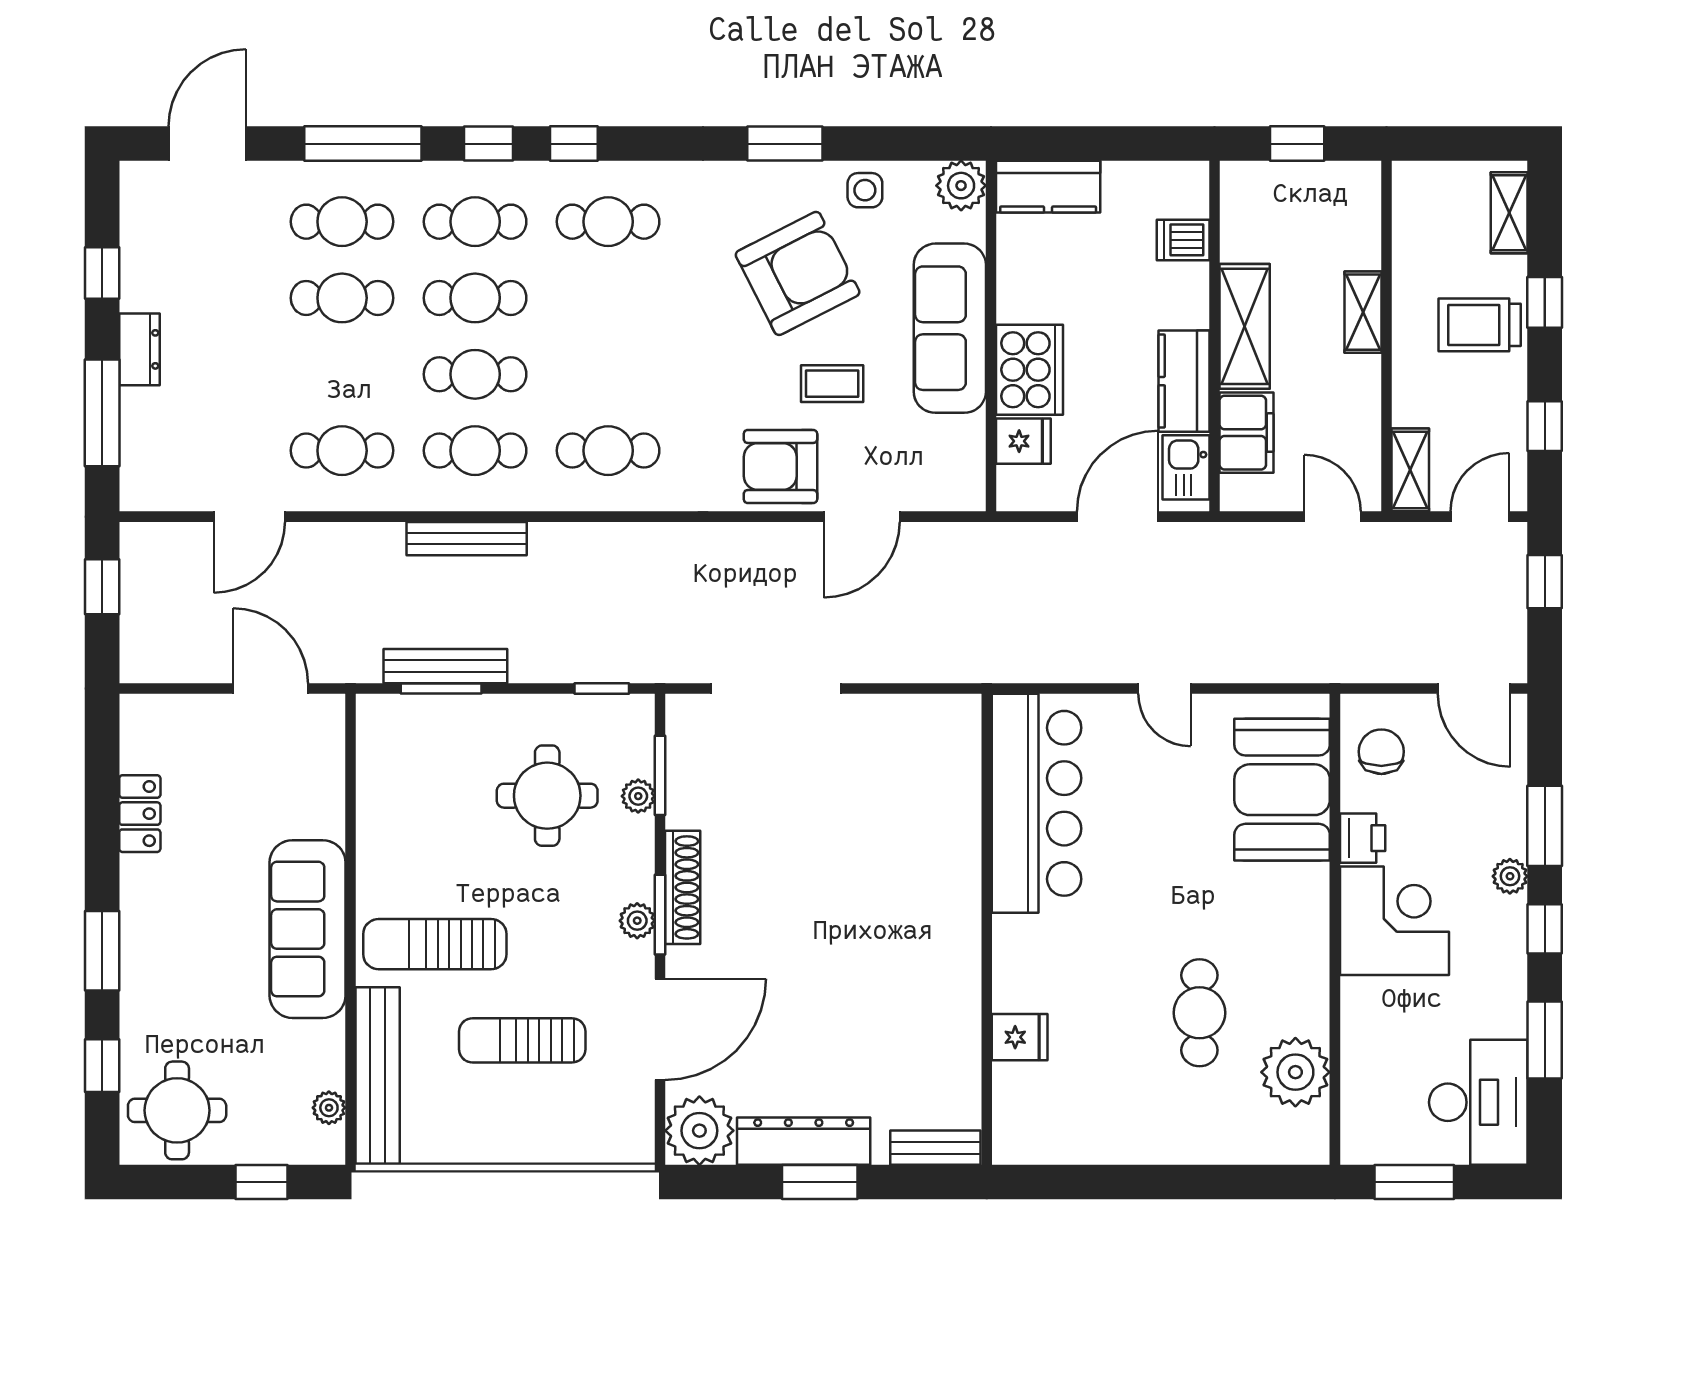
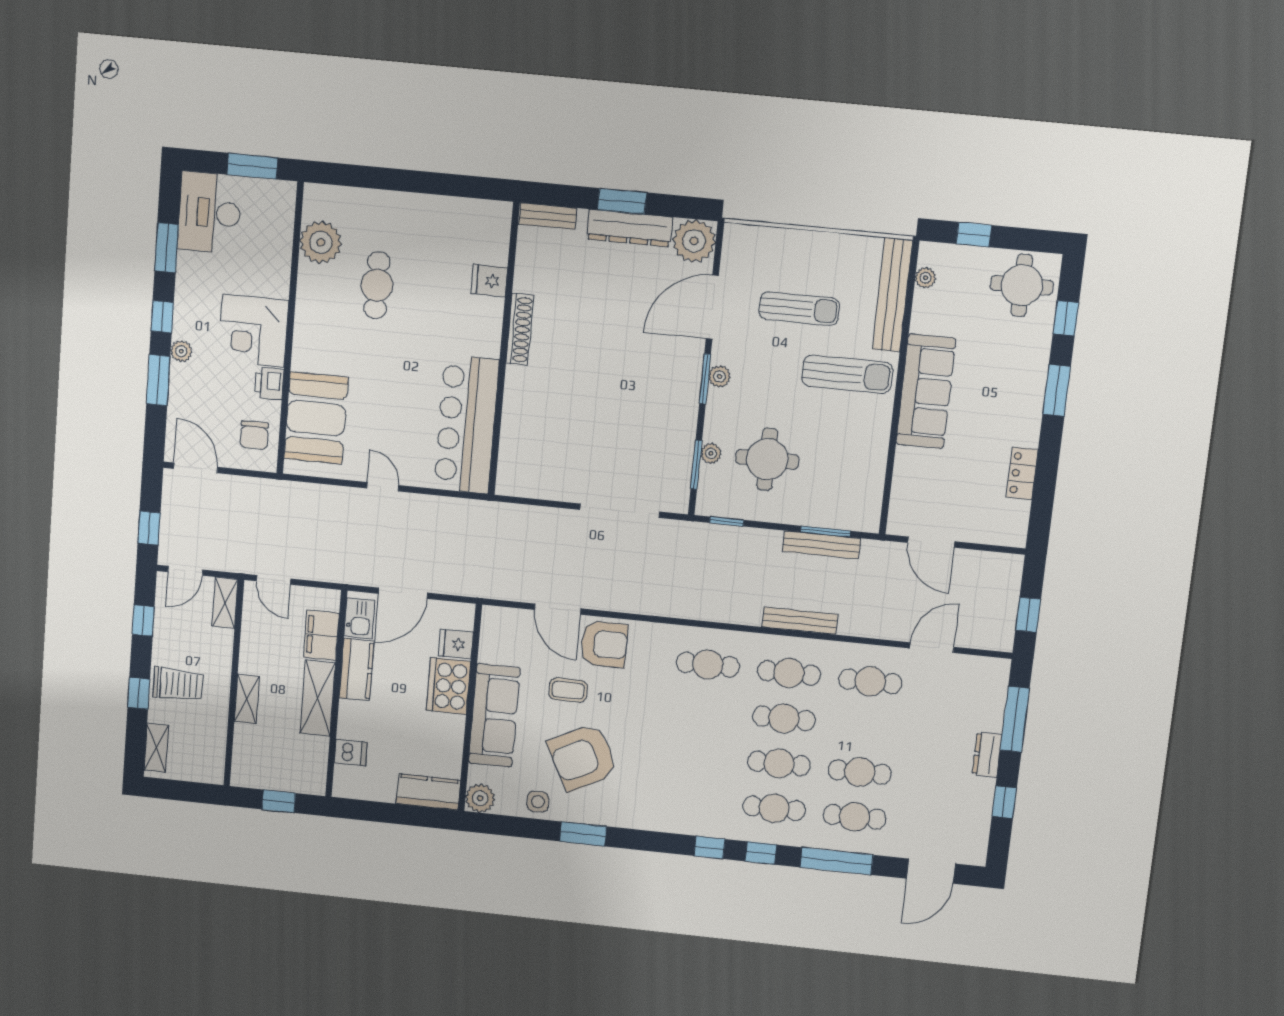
cafe table: (608, 222) -> (694, 800), removed
door: (862, 517) -> (558, 609), swing flipped
shoe rack: (683, 887) -> (520, 329), moved, turned 180

